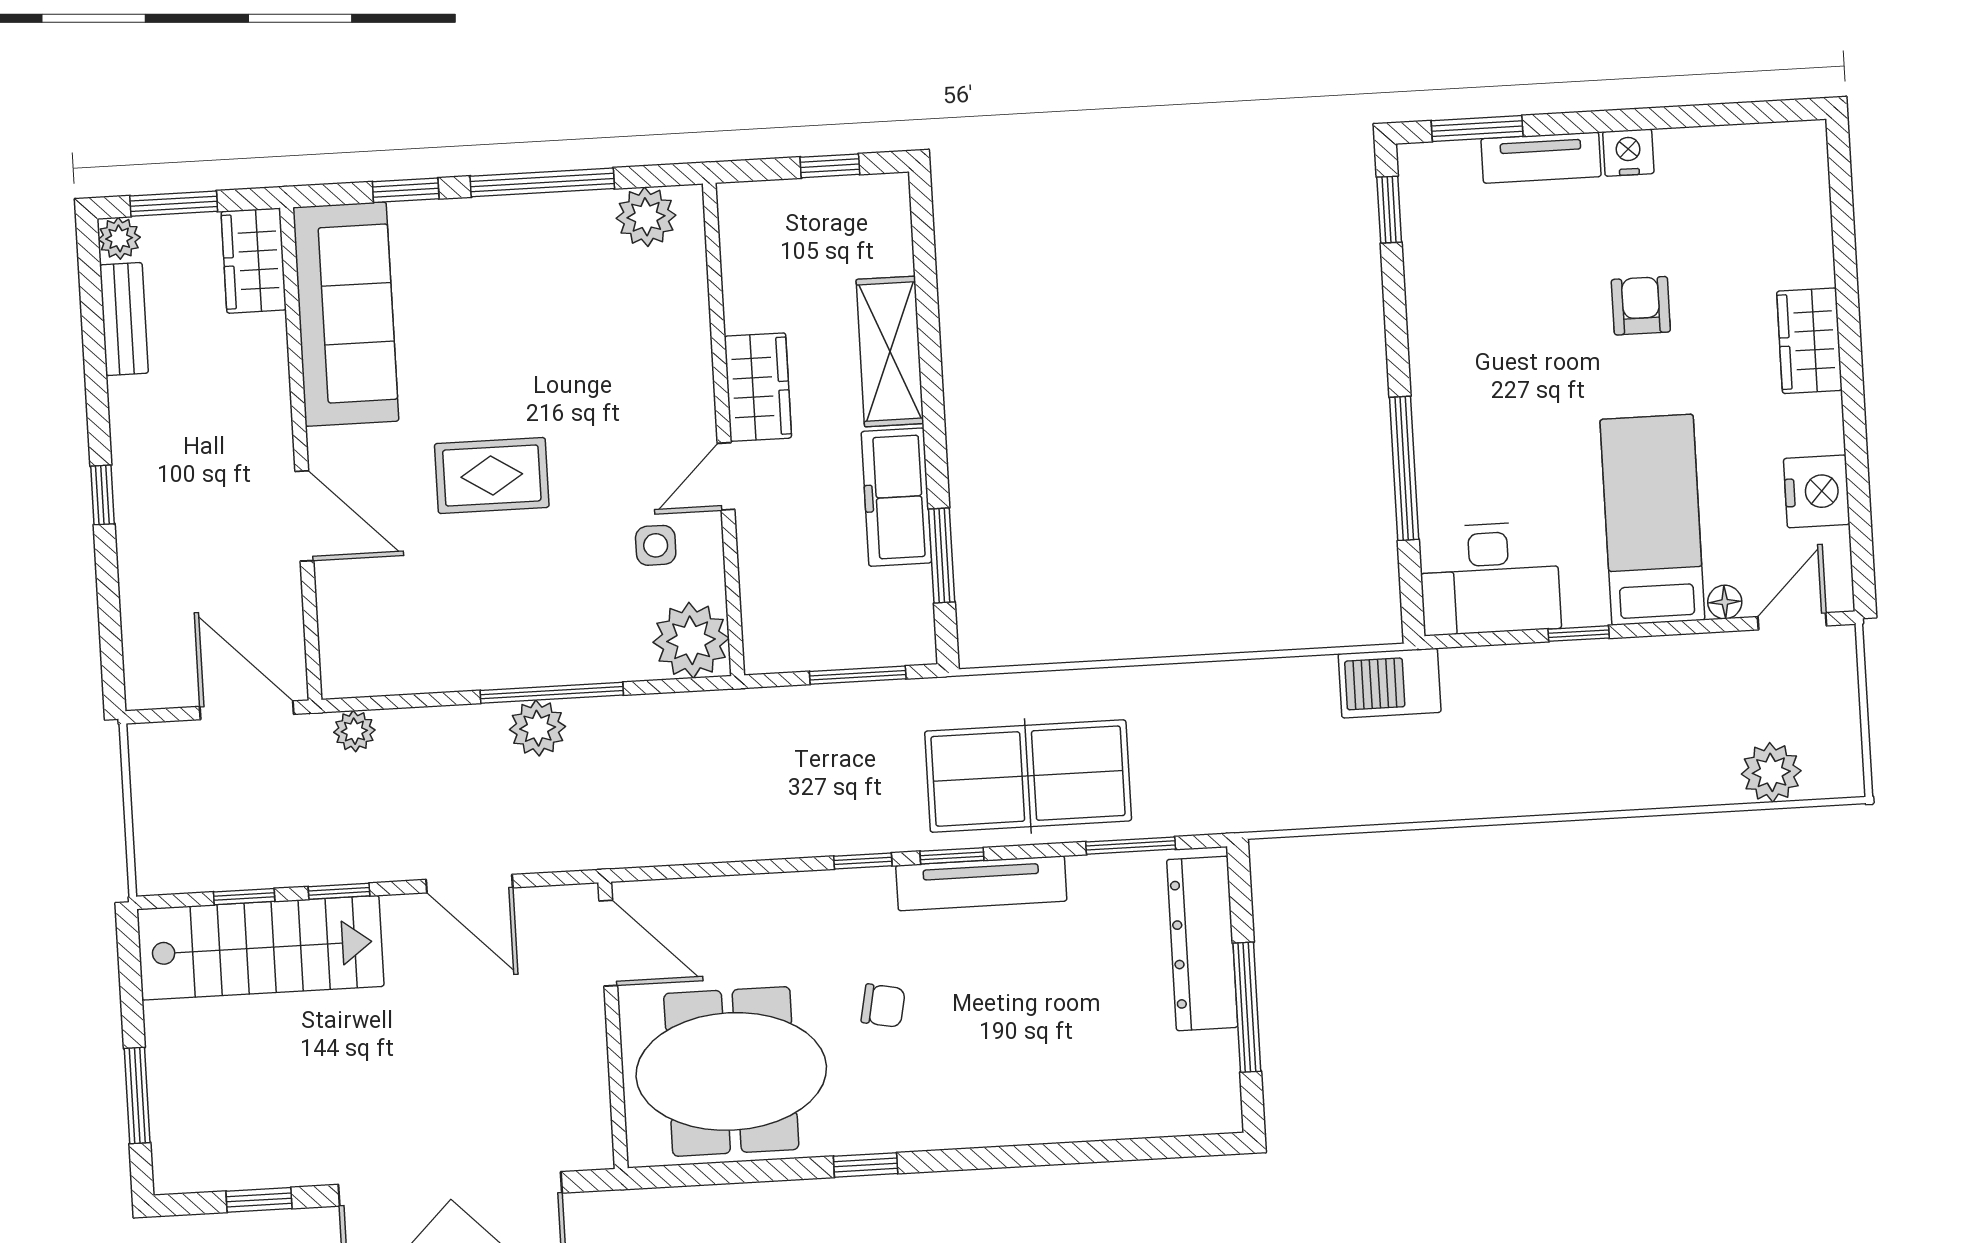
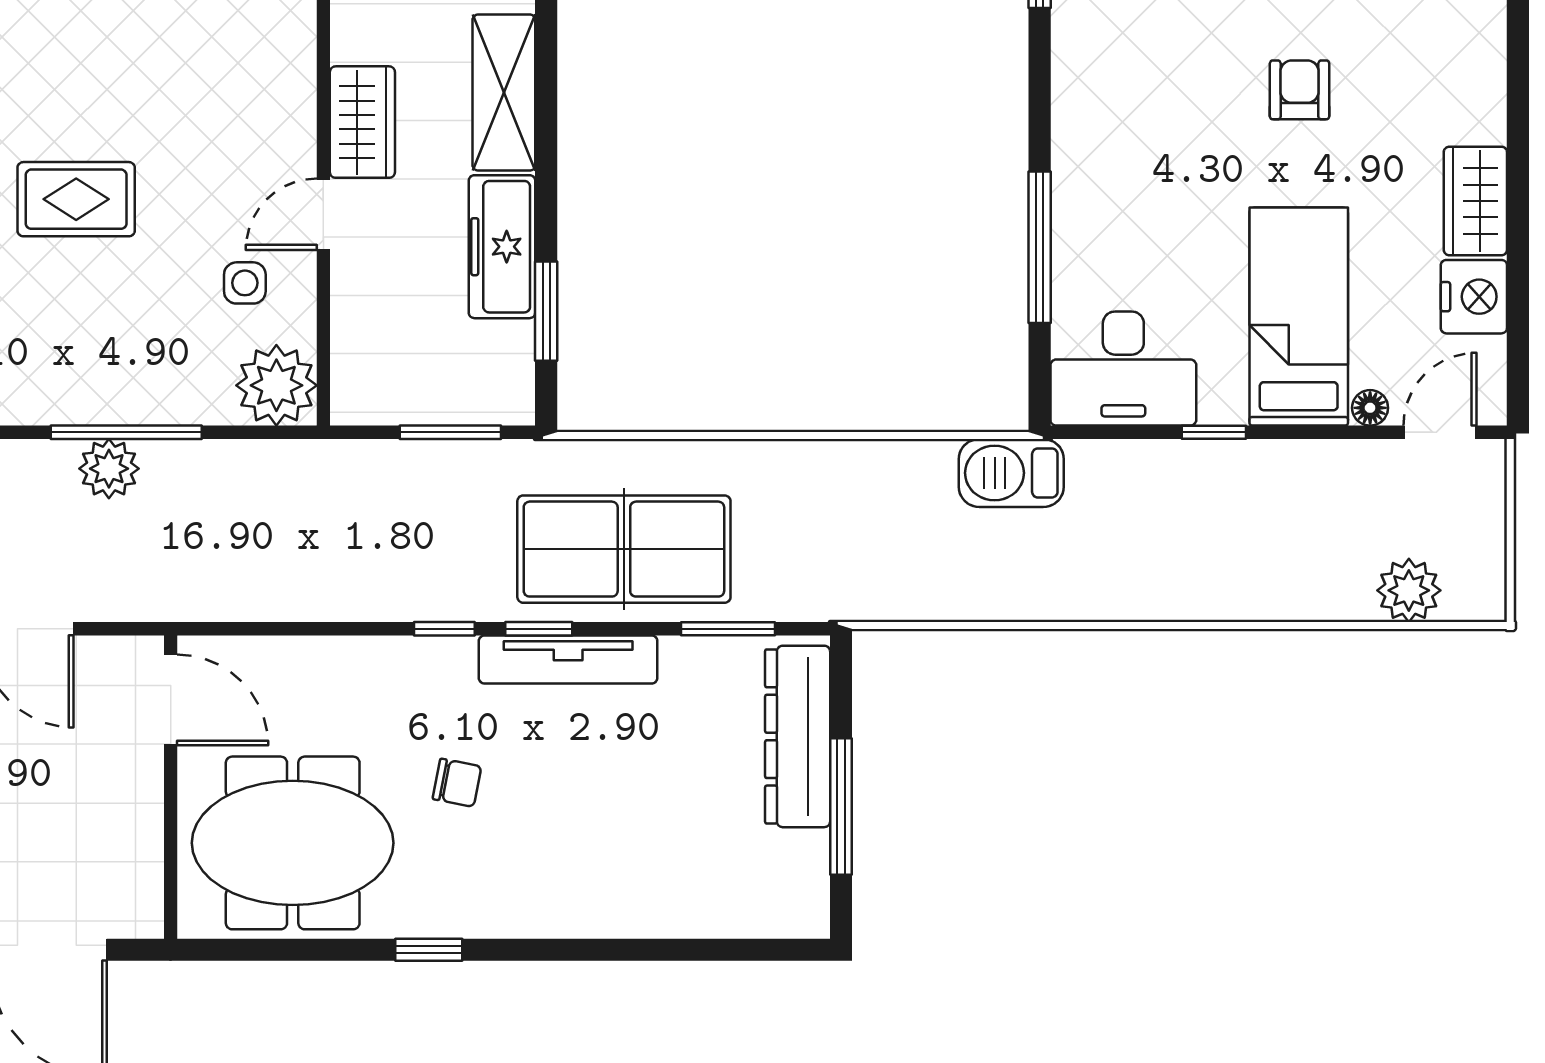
wardrobe: (1809, 341) -> (1475, 201), moved

